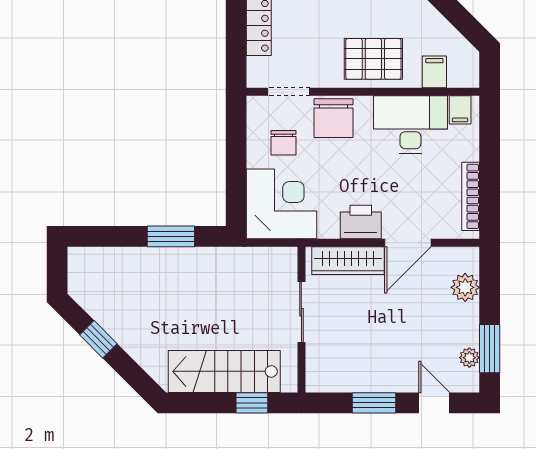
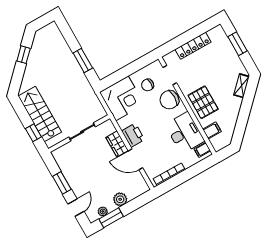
wardrobe: (348, 261) -> (117, 144), width x0.67
plant: (465, 287) -> (120, 199), moved

